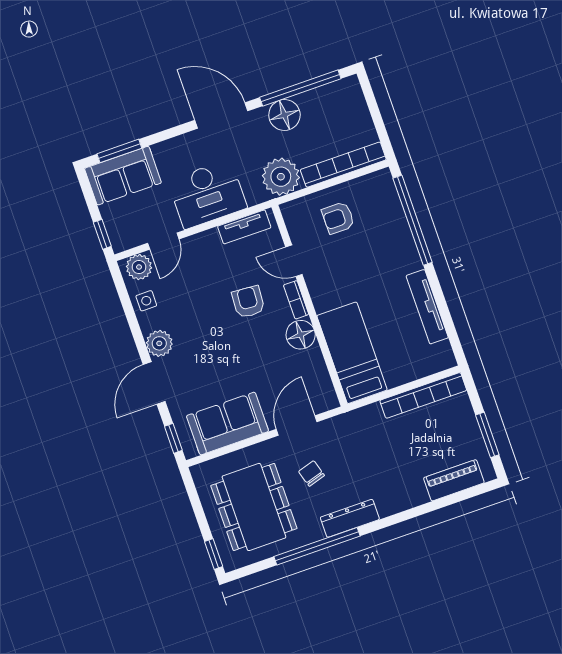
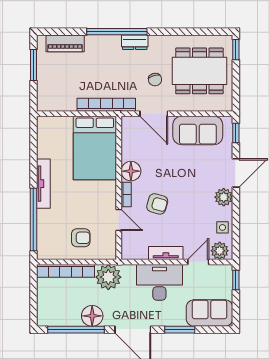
window: (119, 151) -> (180, 330), moved
tv unit: (244, 227) -> (166, 253), moved
armchair: (248, 302) -> (157, 204), turned -78
tv unit: (427, 307) -> (43, 184), moved
bed: (352, 353) -> (95, 148), width x1.50
bookcase: (423, 395) -> (106, 105), moved
door: (297, 425) -> (154, 114), hinge flipped
dining table: (254, 507) -> (199, 71), turned 90
dresser: (350, 518) -> (135, 42), width x0.70
window: (317, 546) -> (117, 32), moved

